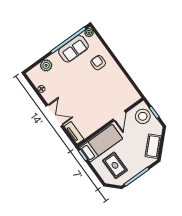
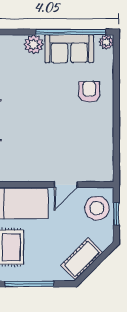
plant: (46, 65) -> (34, 44), moved

